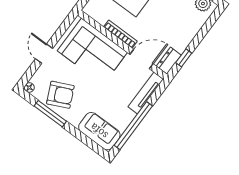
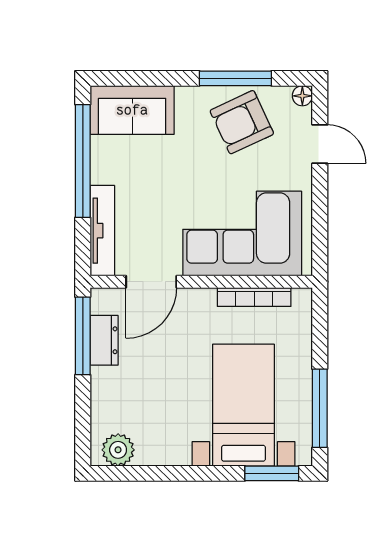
bookcase: (120, 34) -> (254, 297), moved
door: (44, 54) -> (320, 144), moved
window: (184, 58) -> (83, 336), width x2.17
dresser: (169, 61) -> (104, 340), moved

